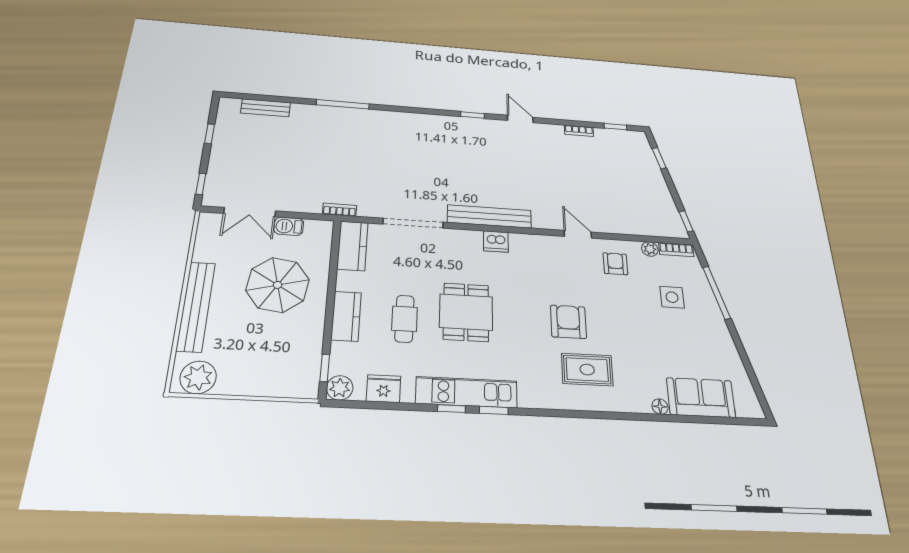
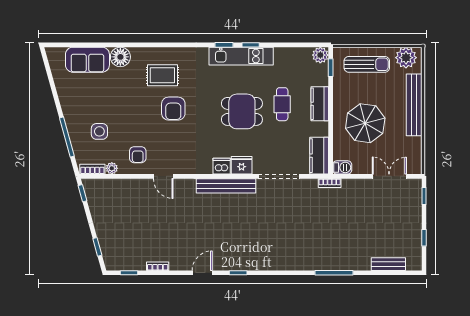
door: (520, 119) -> (202, 273), swing flipped
barbecue: (289, 226) -> (342, 167), moved
dining table: (466, 312) -> (242, 111), turned 90
sun lounger: (265, 370) -> (367, 64), added
fridge: (384, 389) -> (242, 165), moved, turned 180
floor lamp: (660, 407) -> (120, 57), width x1.89, depth x1.89

